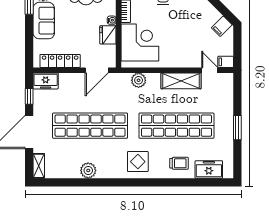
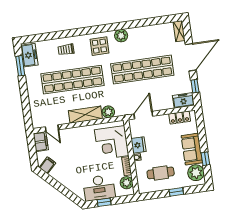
locker: (60, 61) -> (180, 118), width x0.66
filing cabinet: (226, 62) -> (41, 142), width x2.00
shelving: (181, 81) -> (85, 115), moved
window: (237, 128) -> (20, 66), moved
freezer: (209, 169) -> (29, 55), moved, turned -90
plant: (88, 170) -> (121, 36), moved

